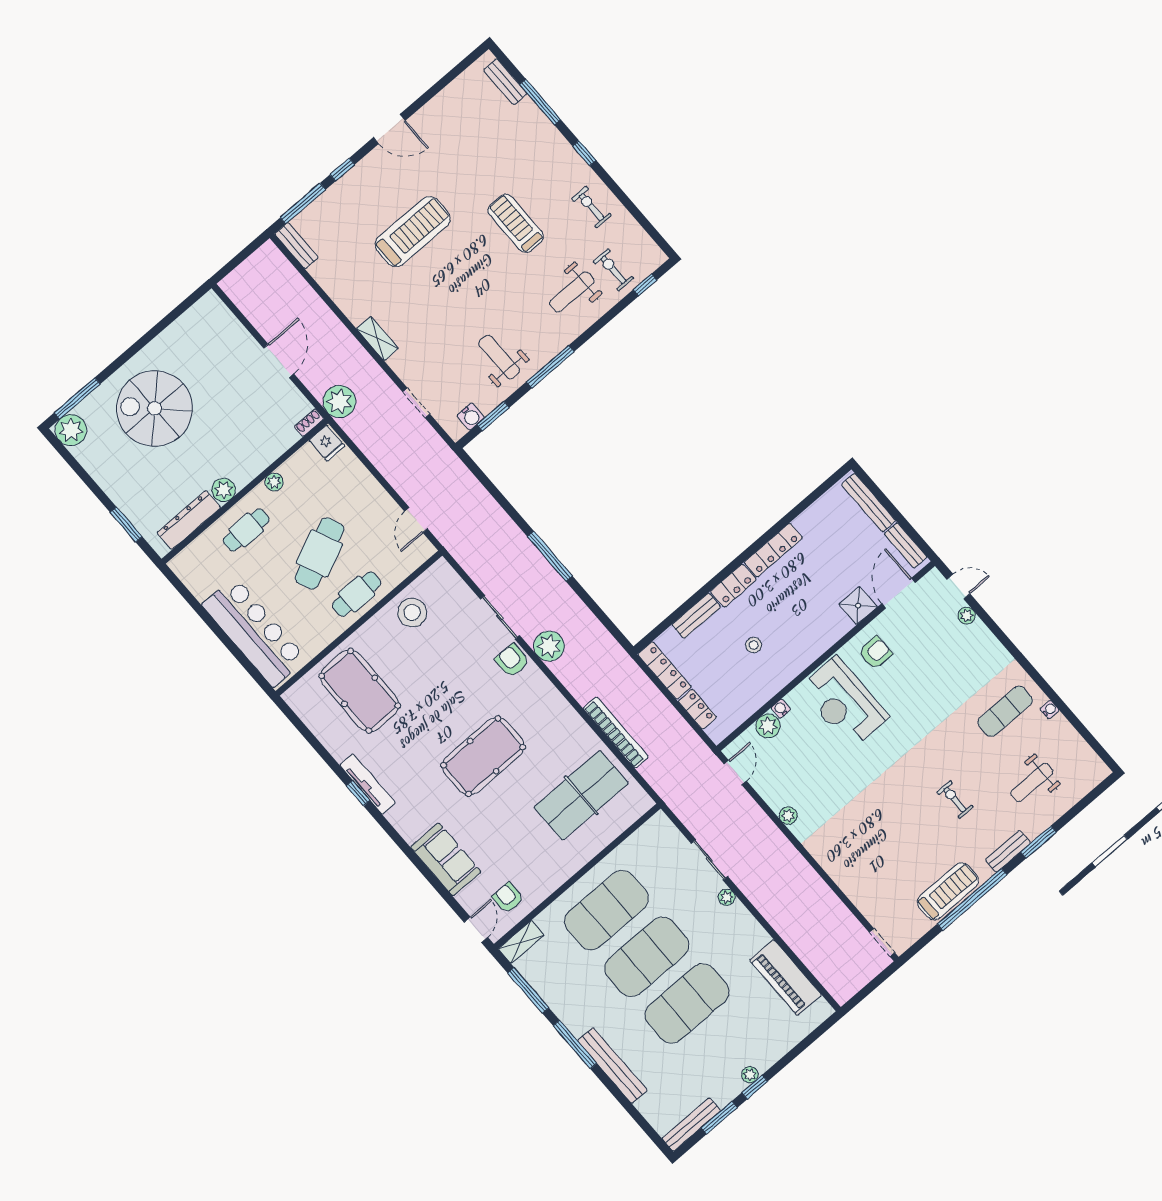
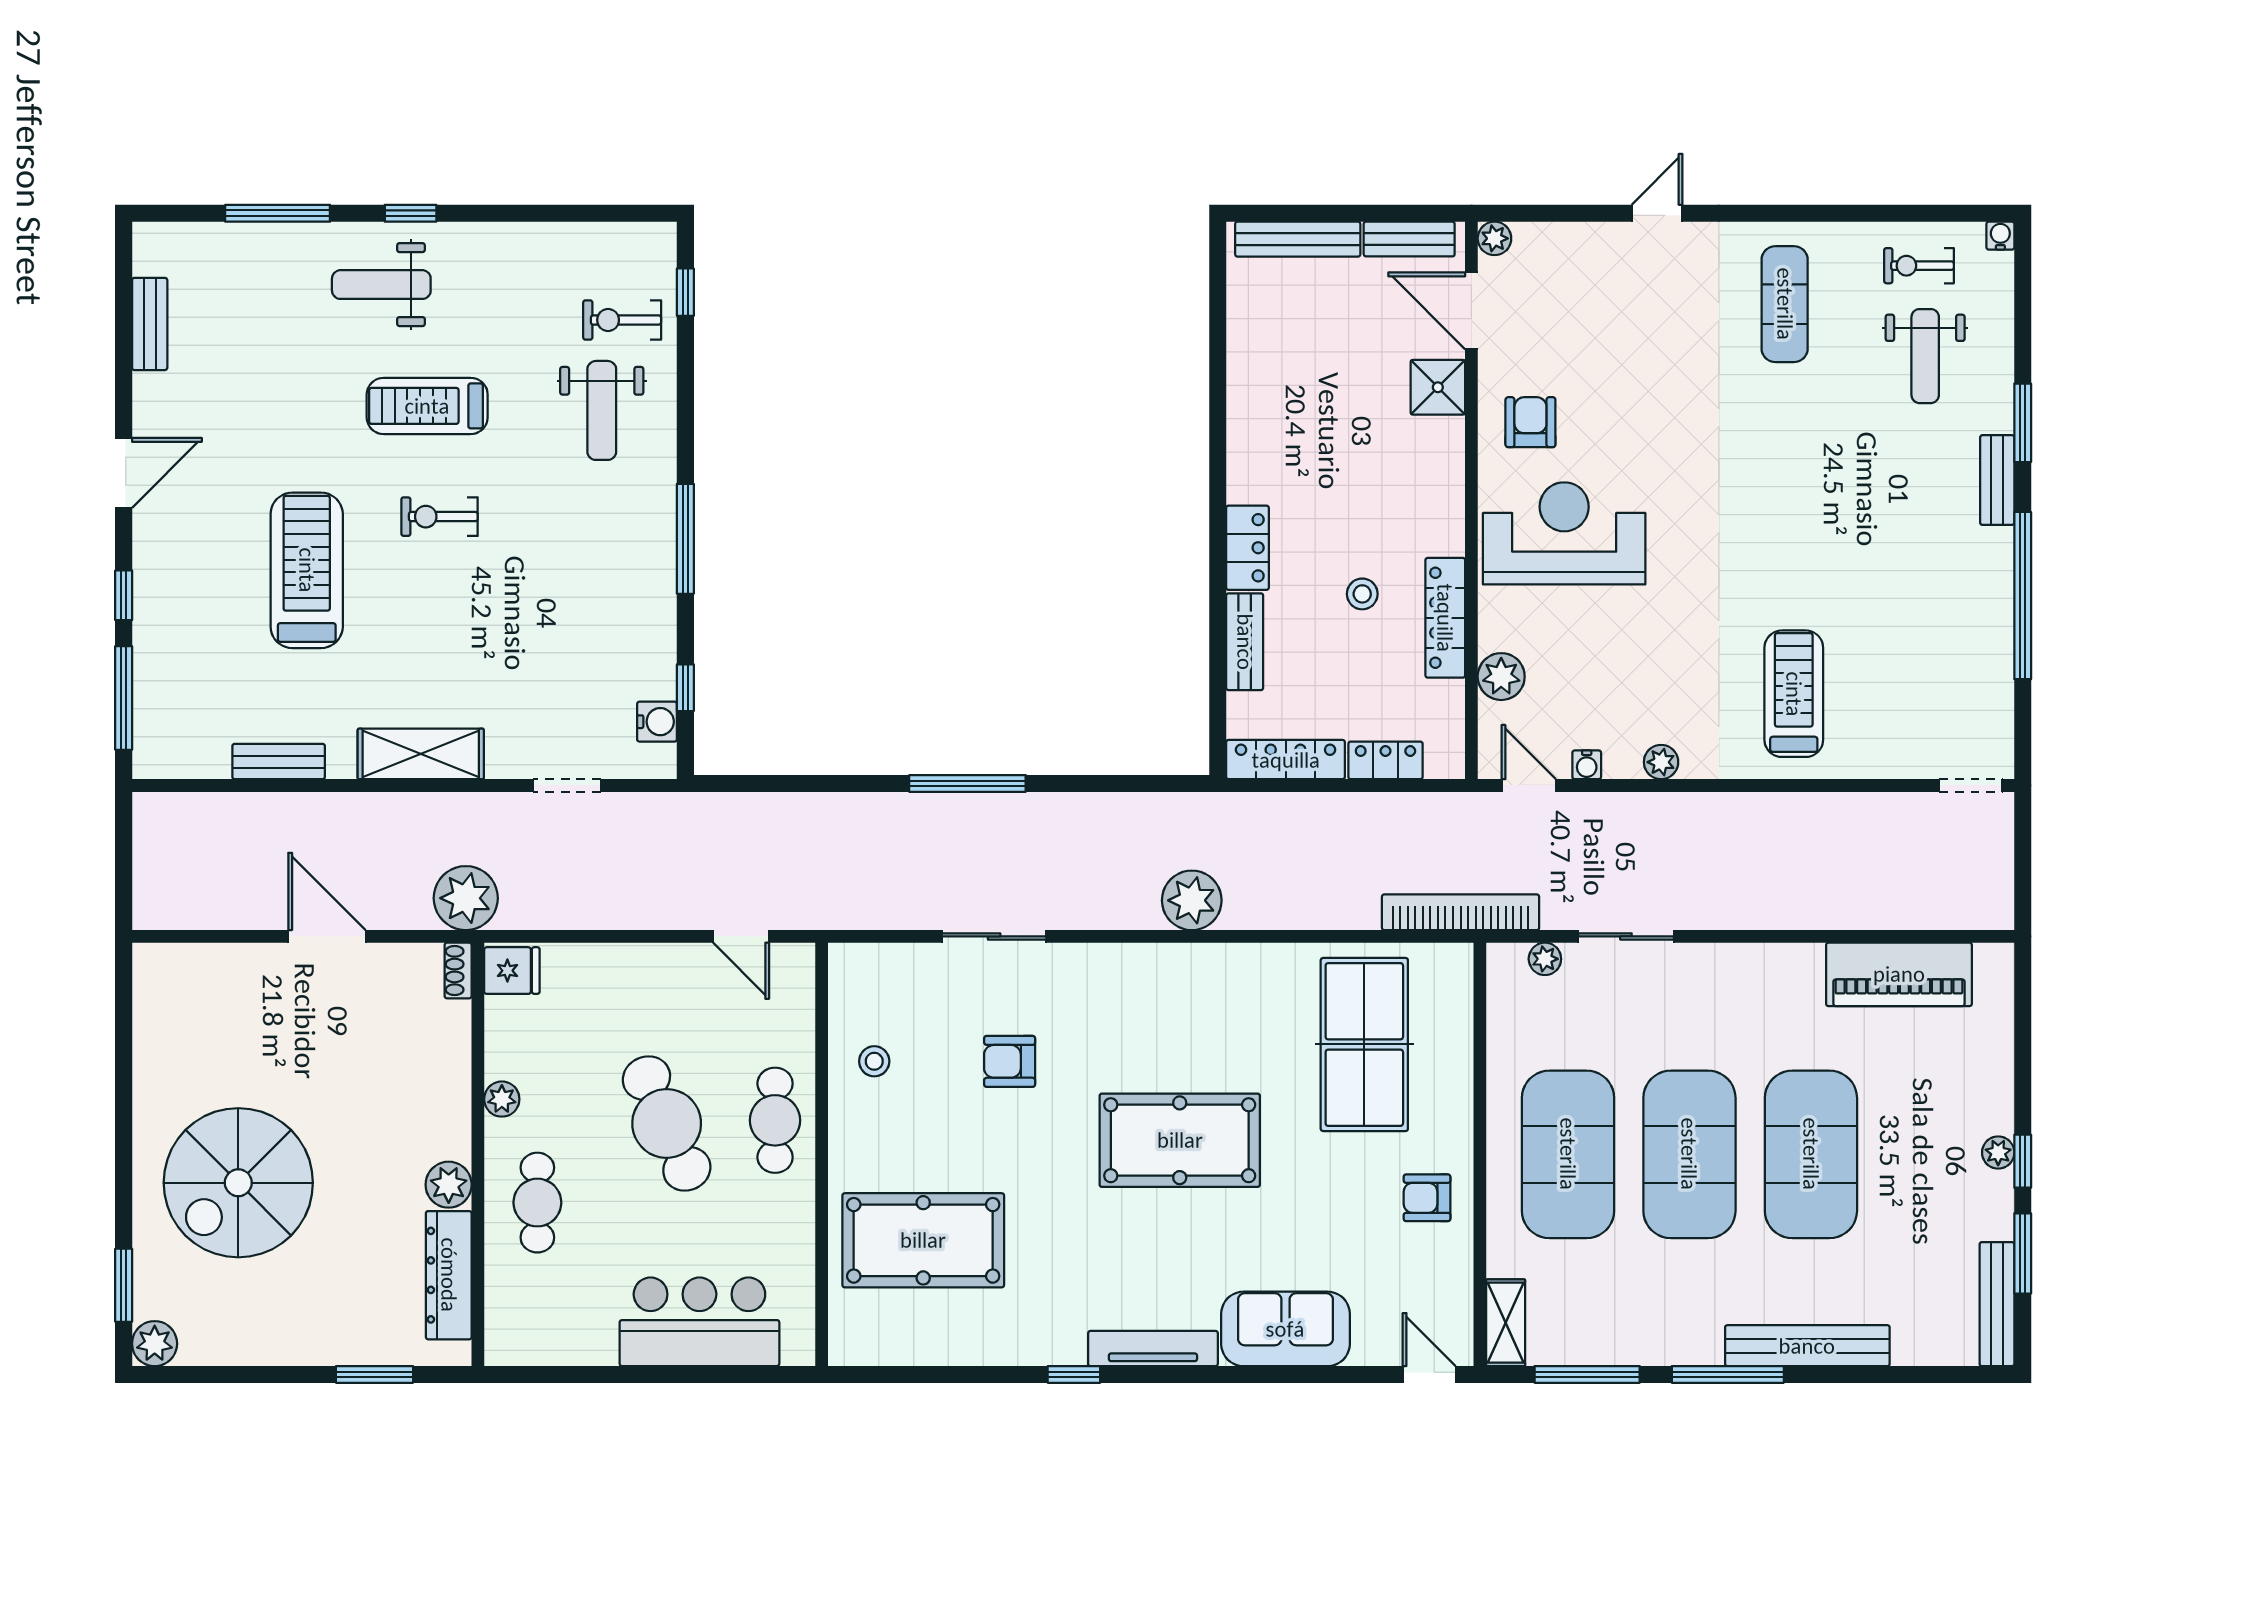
bench: (505, 82) -> (150, 324), moved, turned 90
exercise bike: (591, 207) -> (440, 517), moved
bench: (297, 246) -> (279, 762), moved
shelving: (377, 338) -> (421, 754), width x1.50, depth x1.33
weight bench: (499, 357) -> (381, 285), moved
window: (77, 398) -> (124, 1285), width x0.69
window: (493, 416) -> (685, 688), width x0.67
plant: (71, 430) -> (155, 1344), width x0.73, depth x0.73
locker: (773, 550) -> (1445, 618), moved, turned 180
door: (958, 587) -> (1657, 213), moved
stool: (412, 613) -> (874, 1061), width x0.53, depth x0.53
plant: (967, 616) -> (1494, 238), moved
bar counter: (254, 632) -> (699, 1322), width x0.73
plant: (549, 646) -> (1192, 900), moved
armchair: (512, 660) -> (1010, 1061), moved
reception desk: (844, 703) -> (1564, 533), turned 180
water cooler: (781, 709) -> (1587, 765), moved, turned -90
water cooler: (1050, 710) -> (2000, 236), moved
bookcase: (616, 733) -> (1461, 912), moved
pool table: (483, 756) -> (1180, 1140), turned 90
tv unit: (368, 784) -> (1153, 1349), moved
exercise bike: (955, 800) -> (1919, 266), moved
treadmill: (948, 891) -> (1794, 694), moved
plant: (727, 897) -> (1545, 959), moved
armchair: (508, 898) -> (1427, 1198), moved

